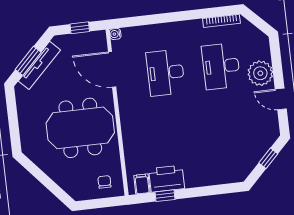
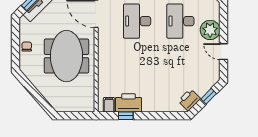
meeting table: (80, 128) -> (66, 56), turned 90
printer: (244, 166) -> (189, 100), added
chair: (104, 182) -> (27, 47), moved

